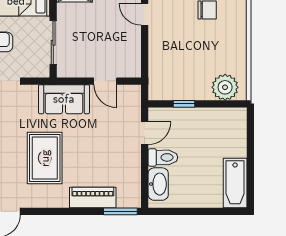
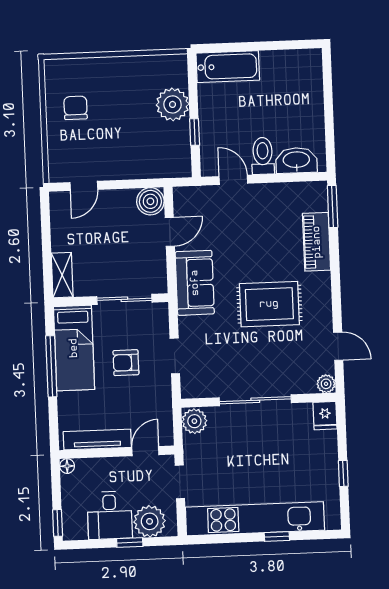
boiler: (130, 67) -> (150, 201), added
plant: (225, 87) -> (173, 104), moved
bathtub: (235, 183) -> (228, 67), moved

